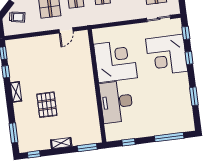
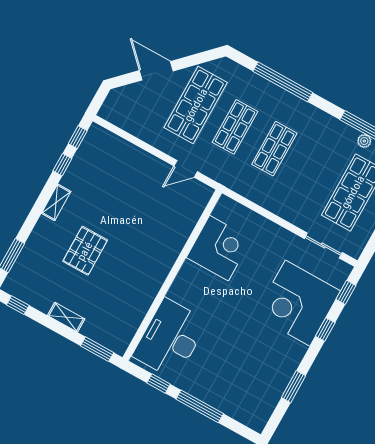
trolley: (17, 17) -> (133, 102), removed
corner desk: (116, 61) -> (219, 248), width x0.74, depth x0.74
desk: (116, 102) -> (170, 339), moved
window: (169, 137) -> (200, 406), moved

